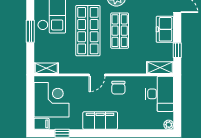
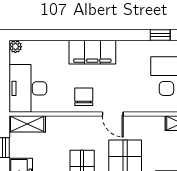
door: (97, 75) -> (113, 114), swing flipped
filing cabinet: (100, 121) -> (92, 52), moved

